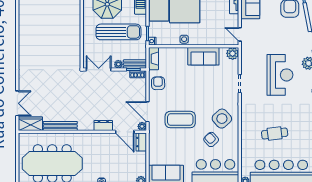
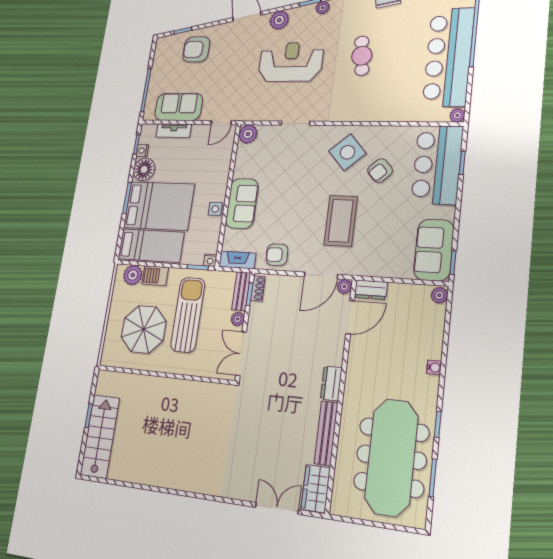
sofa: (203, 56) -> (242, 203), moved
dresser: (103, 126) -> (331, 383), moved
cafe table: (275, 134) -> (362, 56), moved

